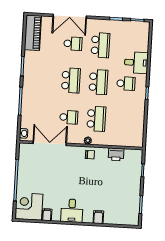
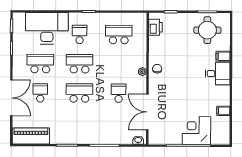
desk: (136, 63) -> (47, 28), width x1.87, depth x1.30
school desk: (96, 119) -> (119, 35), moved
printer: (116, 154) -> (155, 27), moved
round table: (124, 204) -> (207, 30), added
corner desk: (29, 206) -> (196, 131), moved, turned 90
desk: (72, 211) -> (218, 74), moved

